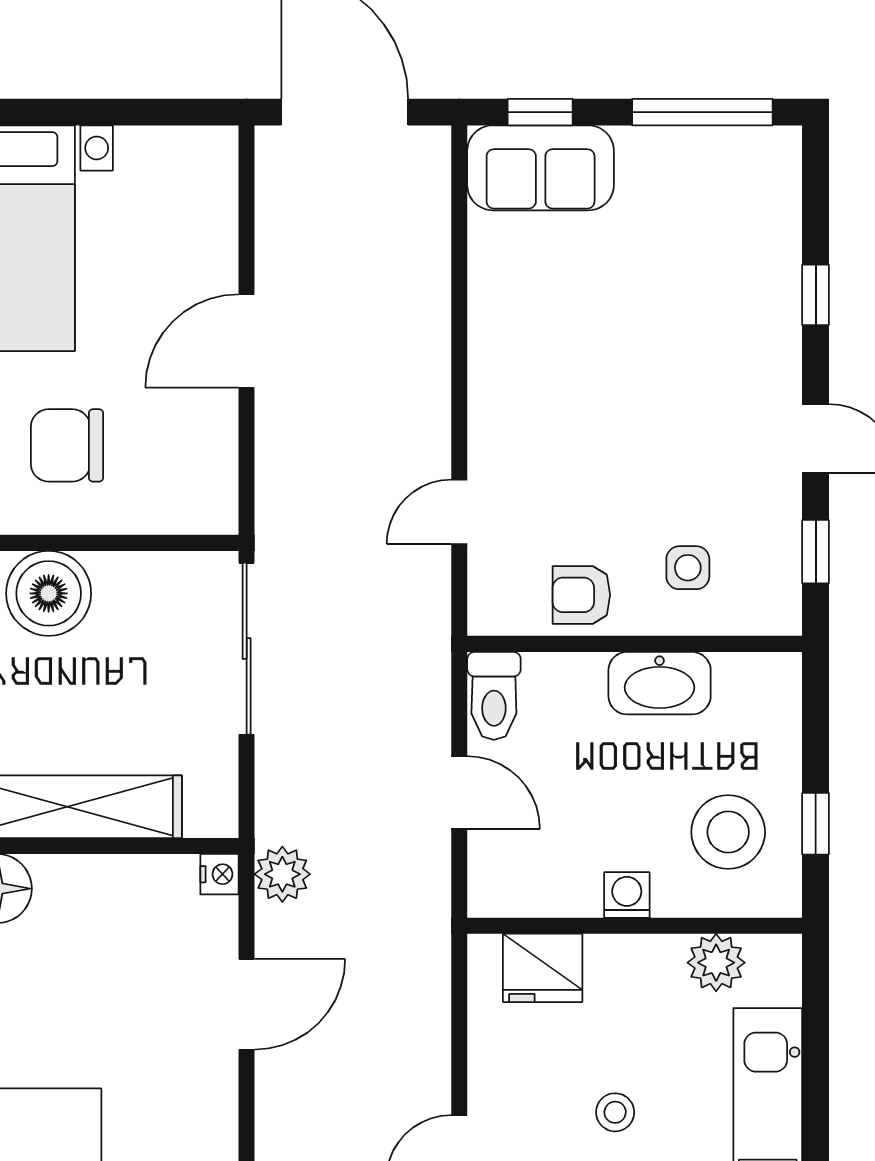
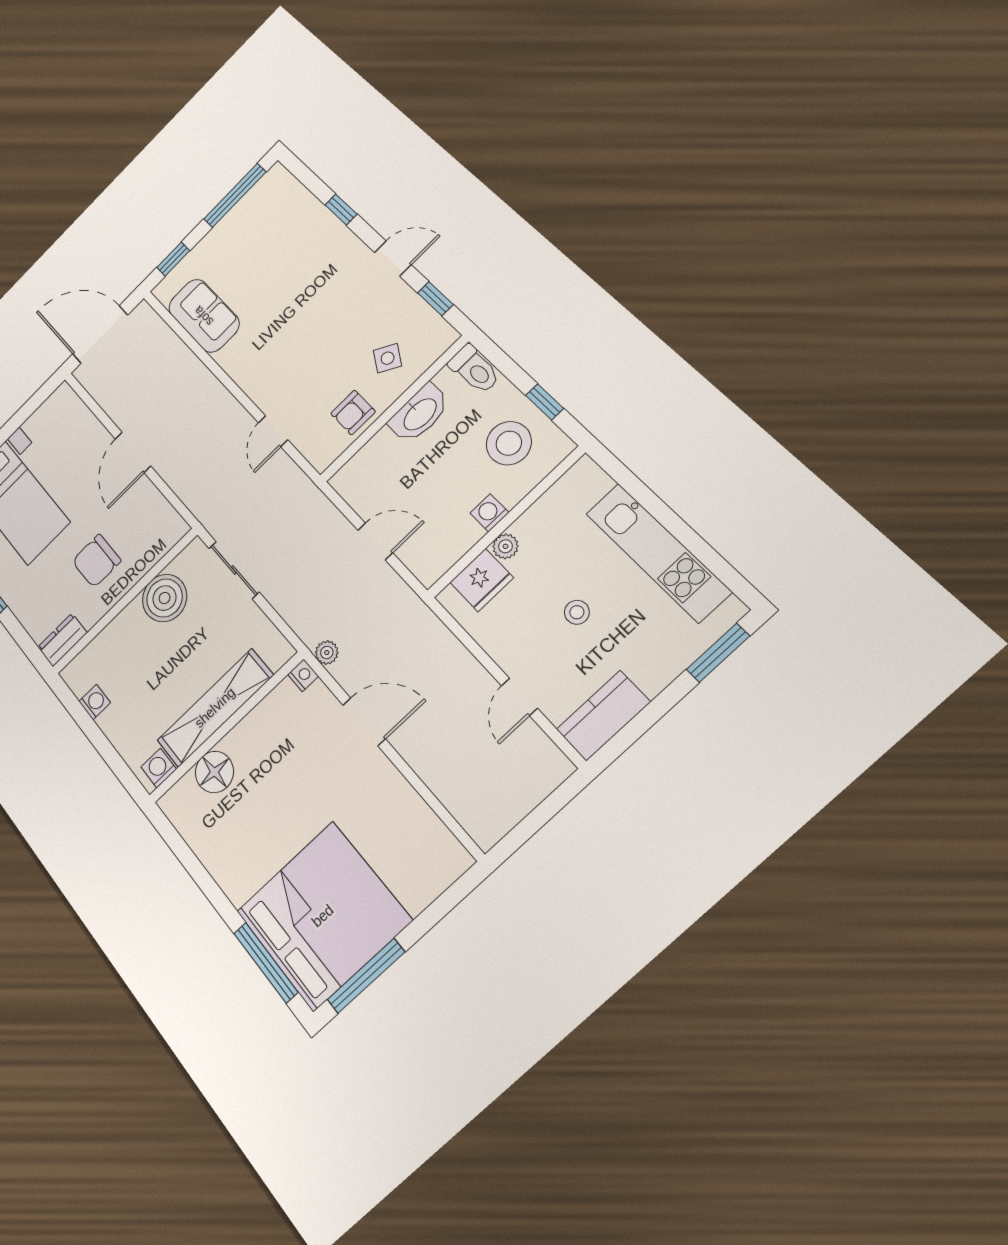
sofa: (541, 168) -> (204, 316), moved, turned -90
side table: (688, 568) -> (388, 358), turned 31
boiler: (49, 593) -> (165, 598), moved
sliding door: (247, 649) -> (234, 570), width x0.73
toilet: (494, 696) -> (474, 369), moved
plant: (282, 874) -> (327, 653), width x0.73, depth x0.73
plant: (716, 963) -> (505, 546), moved, width x0.73, depth x0.73
door: (247, 1004) -> (364, 722), hinge flipped

